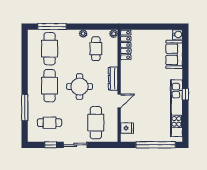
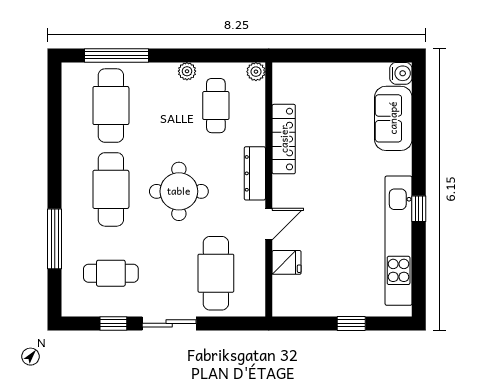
locker: (126, 45) -> (284, 139), moved
fridge: (127, 128) -> (287, 262), moved
window: (156, 145) -> (351, 323), width x0.32

